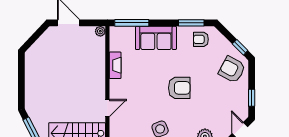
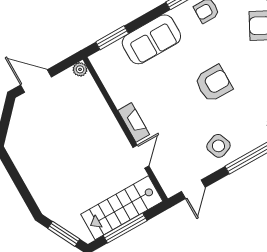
window: (132, 23) -> (112, 38), width x0.69
fireplace: (115, 65) -> (134, 122), moved

